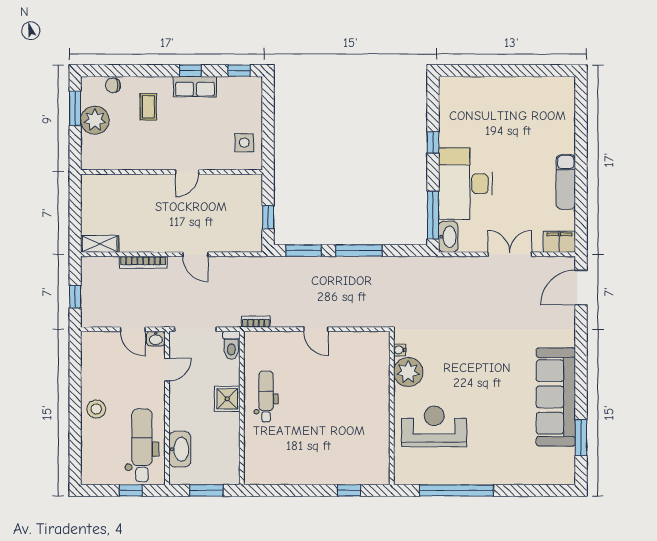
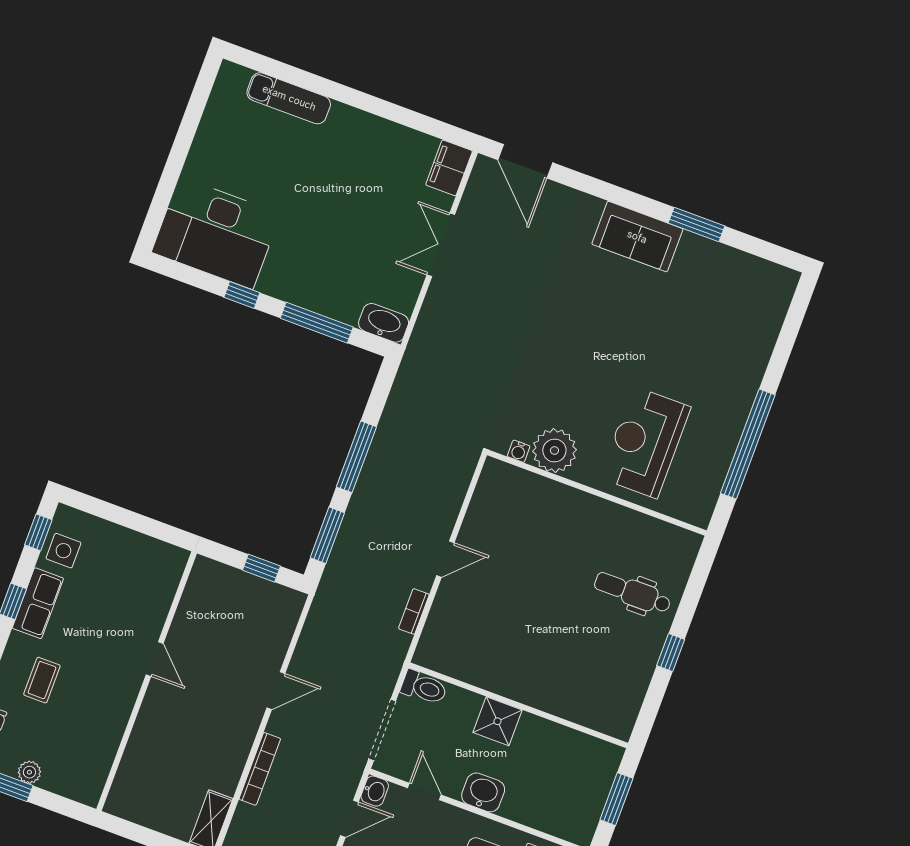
coffee table: (148, 107) -> (42, 680), turned 90
plant: (95, 120) -> (29, 772), width x0.53, depth x0.53
side table: (244, 143) -> (63, 551), moved
exam couch: (566, 182) -> (289, 98), moved
desk: (465, 184) -> (216, 233), moved
window: (433, 215) -> (317, 323), moved
bookcase: (256, 322) -> (414, 611), moved
dental chair: (266, 396) -> (633, 593), moved
sofa: (556, 397) -> (637, 237), width x0.54, depth x0.79
window: (581, 438) -> (697, 225), moved
washbasin: (180, 449) -> (483, 792), moved, width x0.72
window: (349, 490) -> (671, 652), moved

